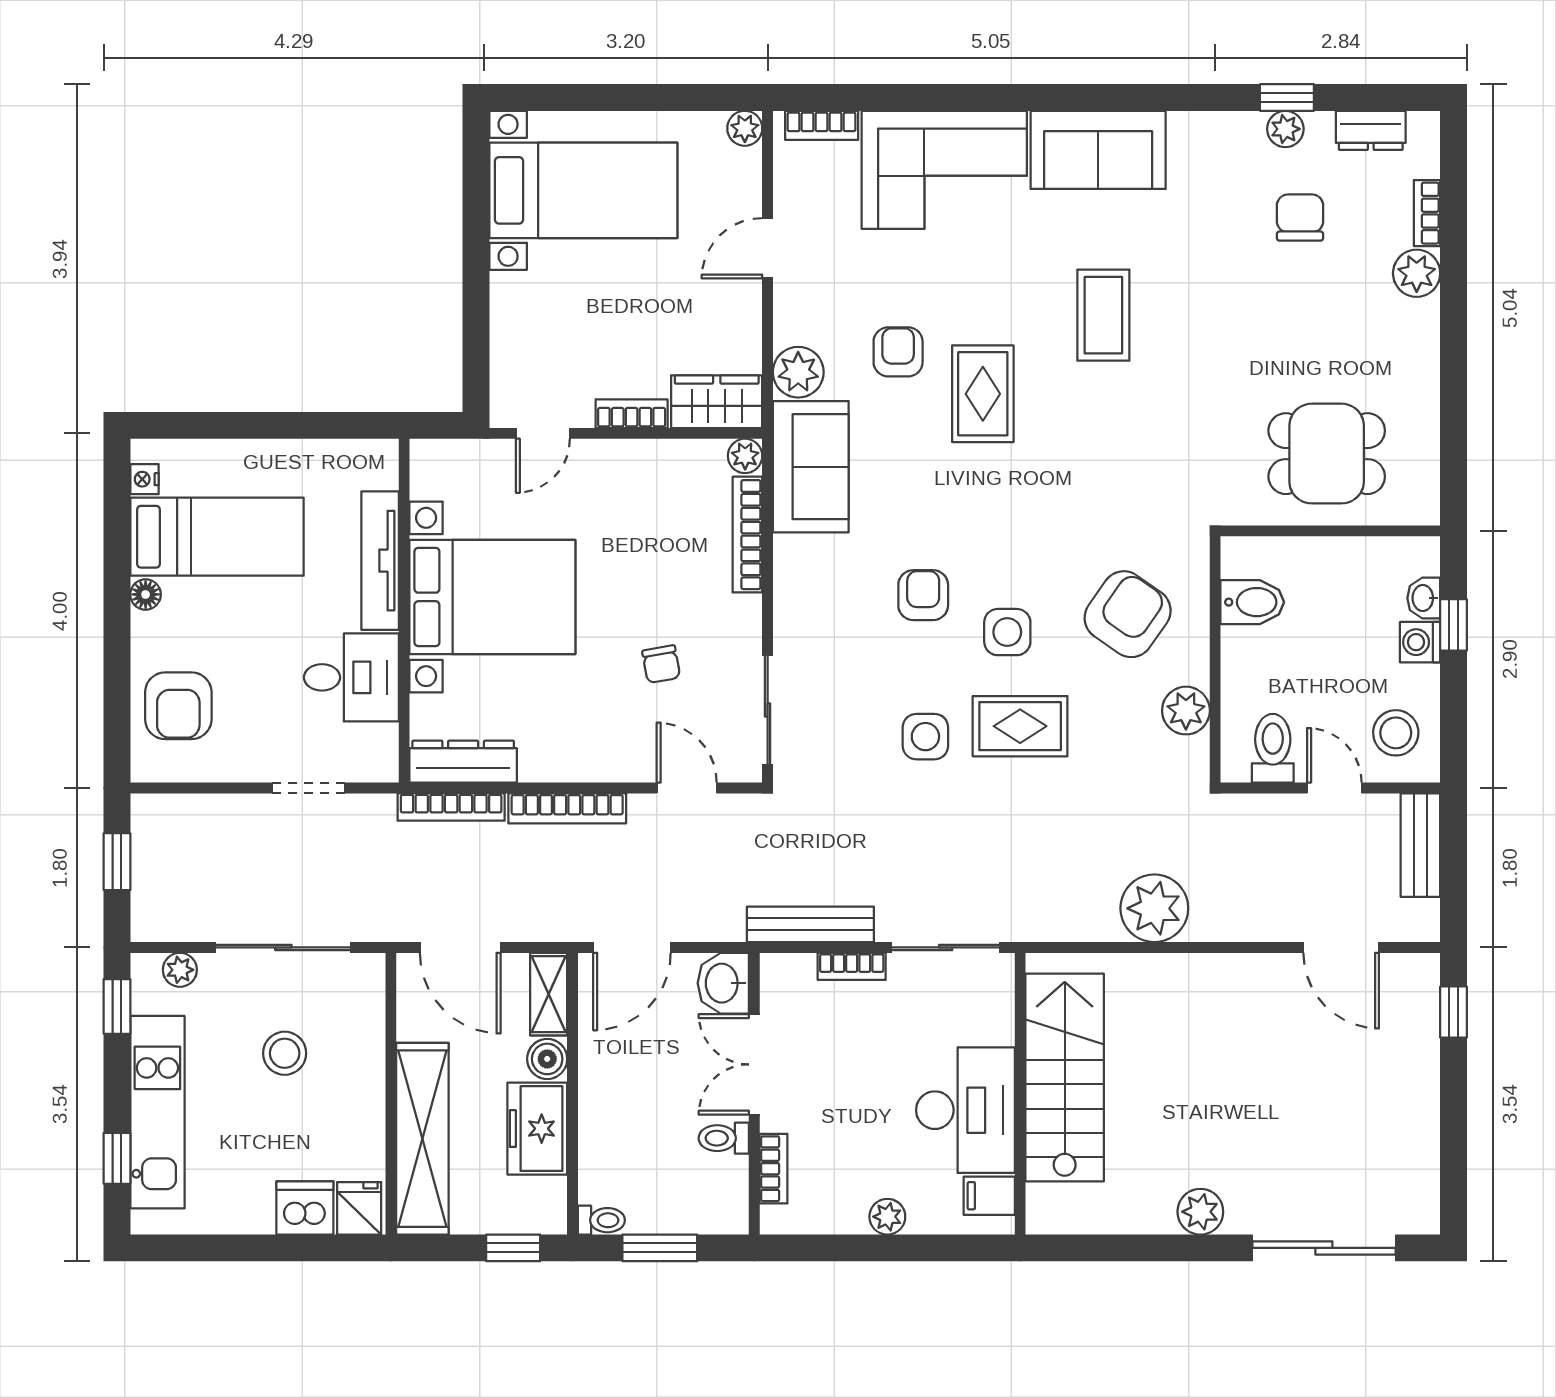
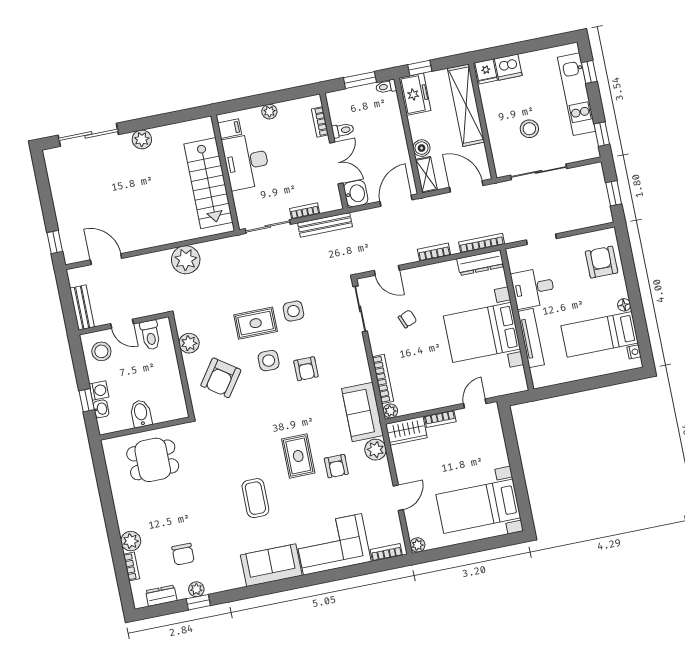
bidet: (1252, 602) -> (141, 414), moved, turned 90
chair: (661, 664) -> (407, 319), turned 78
bookcase: (567, 808) -> (434, 252), width x0.64
plant: (180, 970) -> (579, 154), removed
freezer: (537, 1129) -> (415, 94), moved

